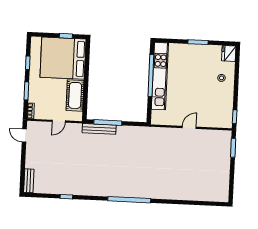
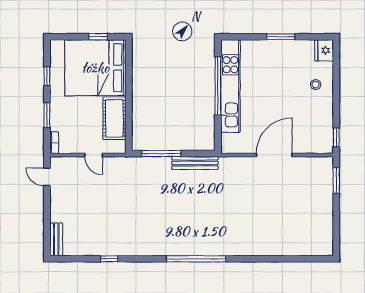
door: (59, 121) -> (94, 155), hinge flipped
door: (189, 127) -> (274, 155), width x1.87
bench: (99, 129) -> (195, 163), moved

